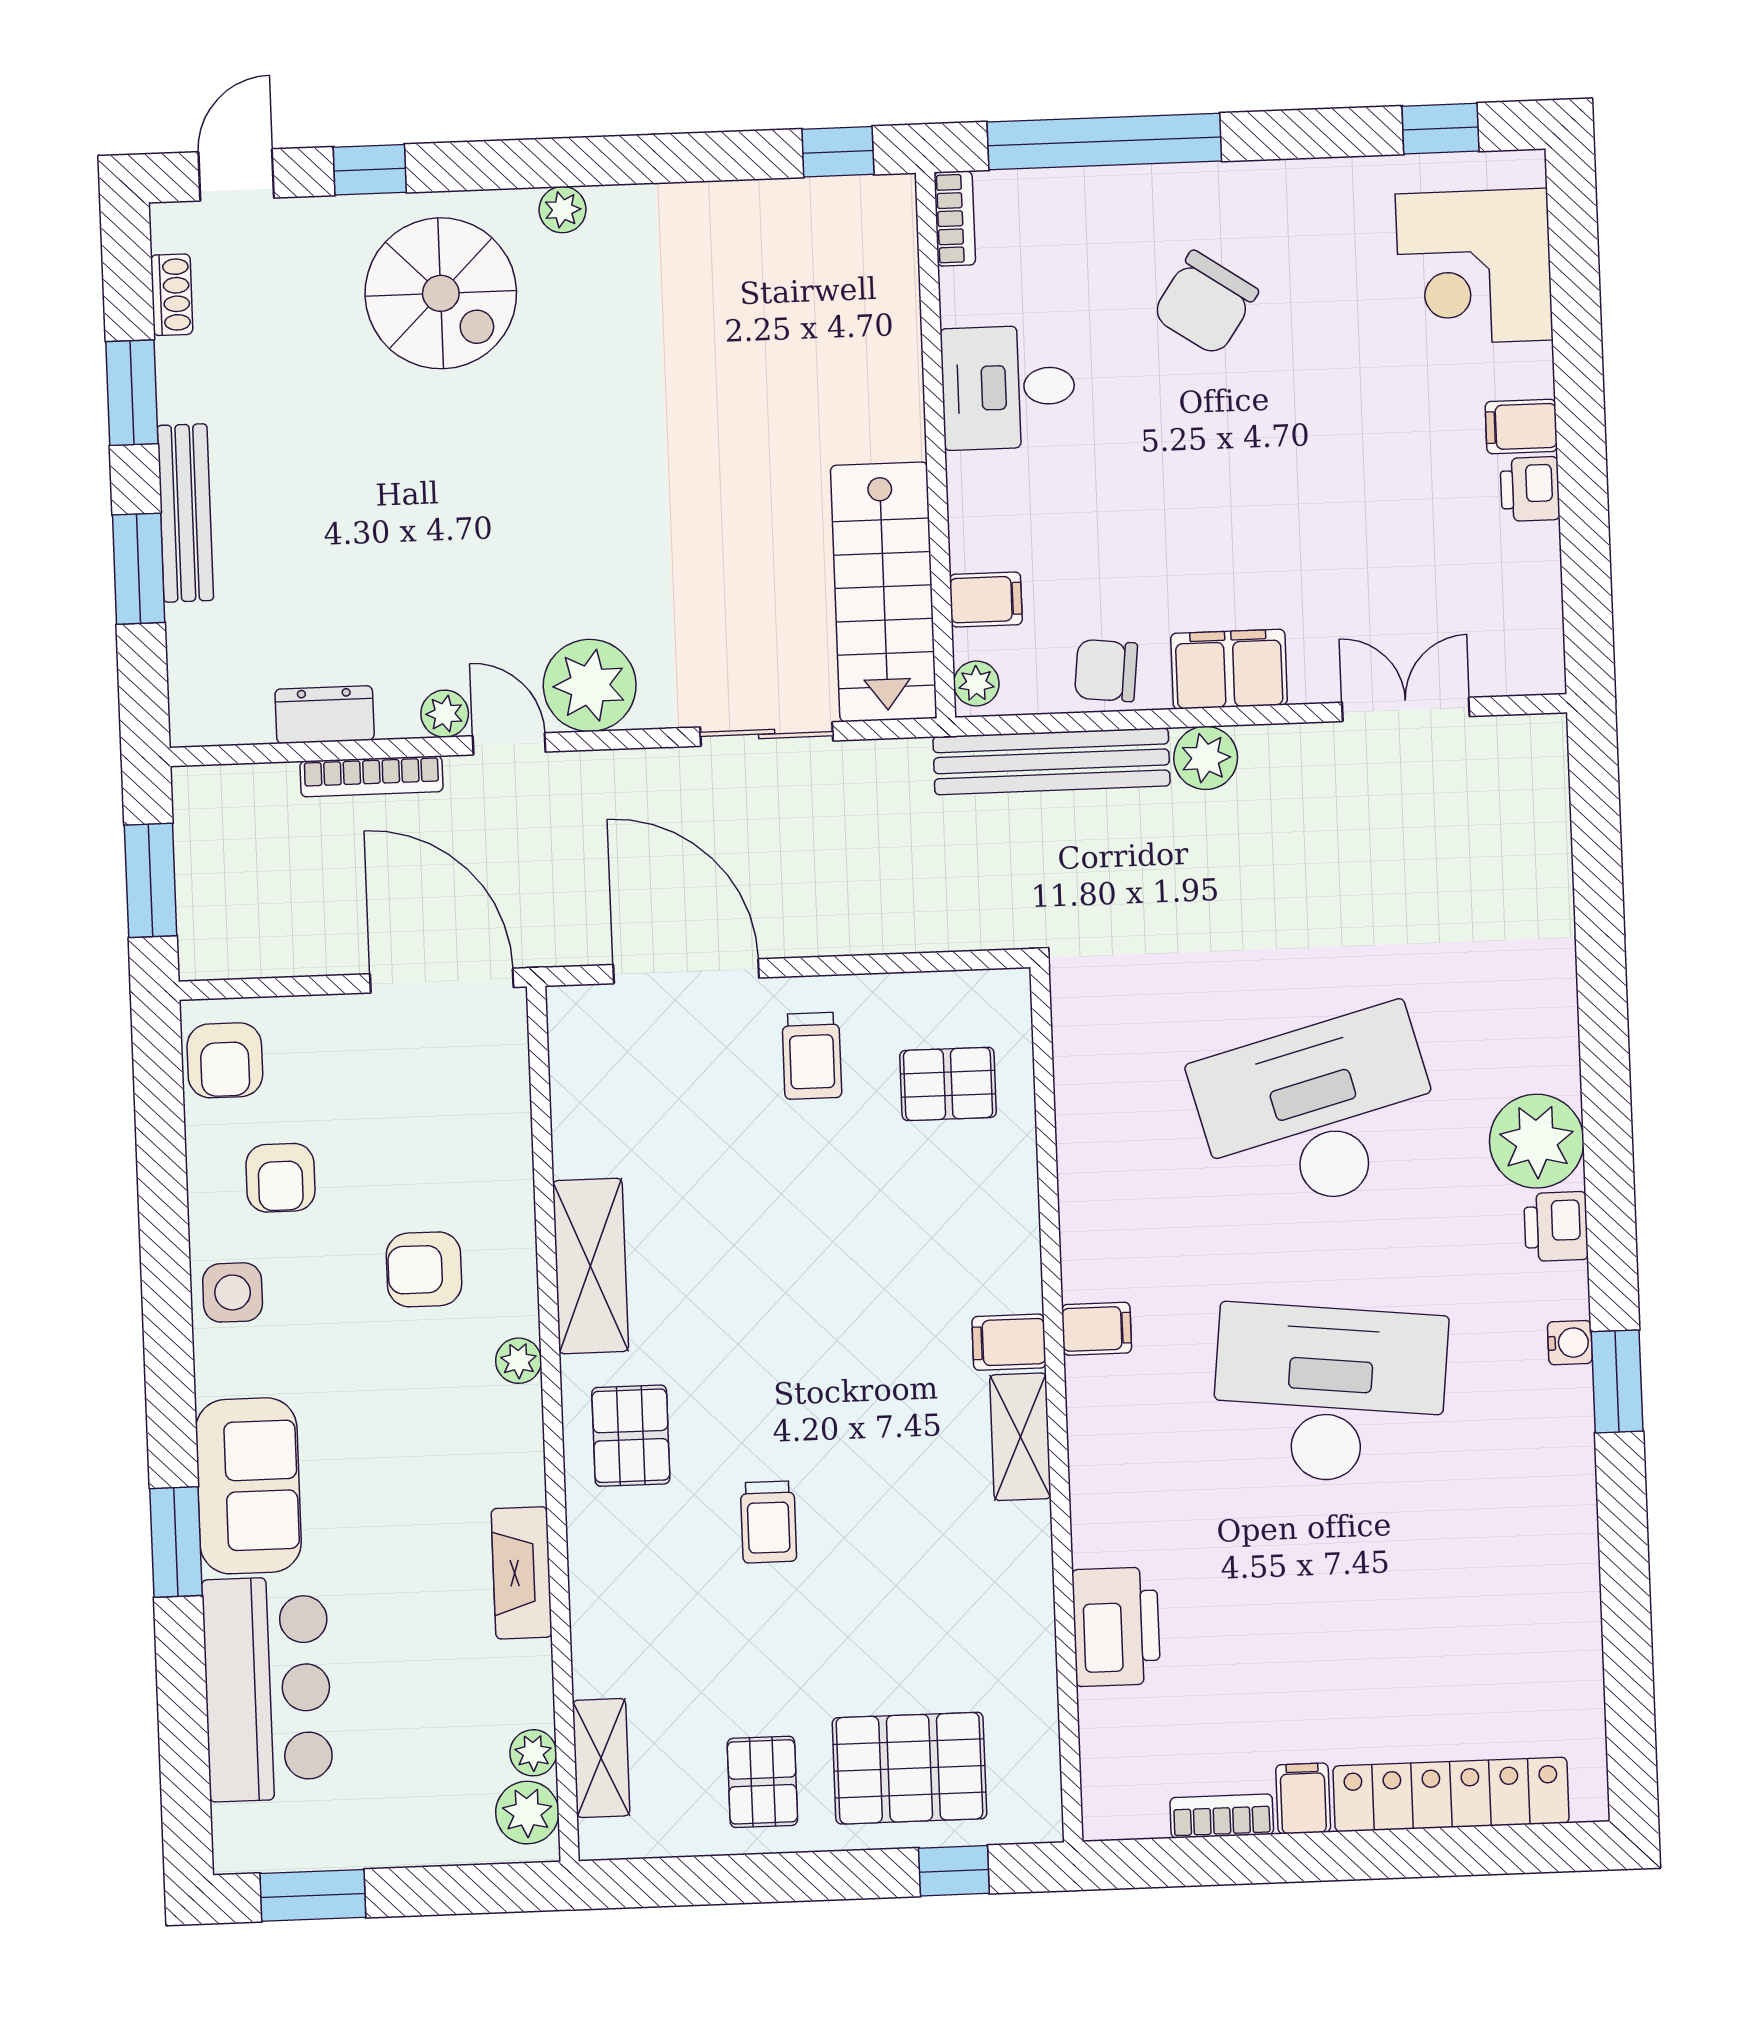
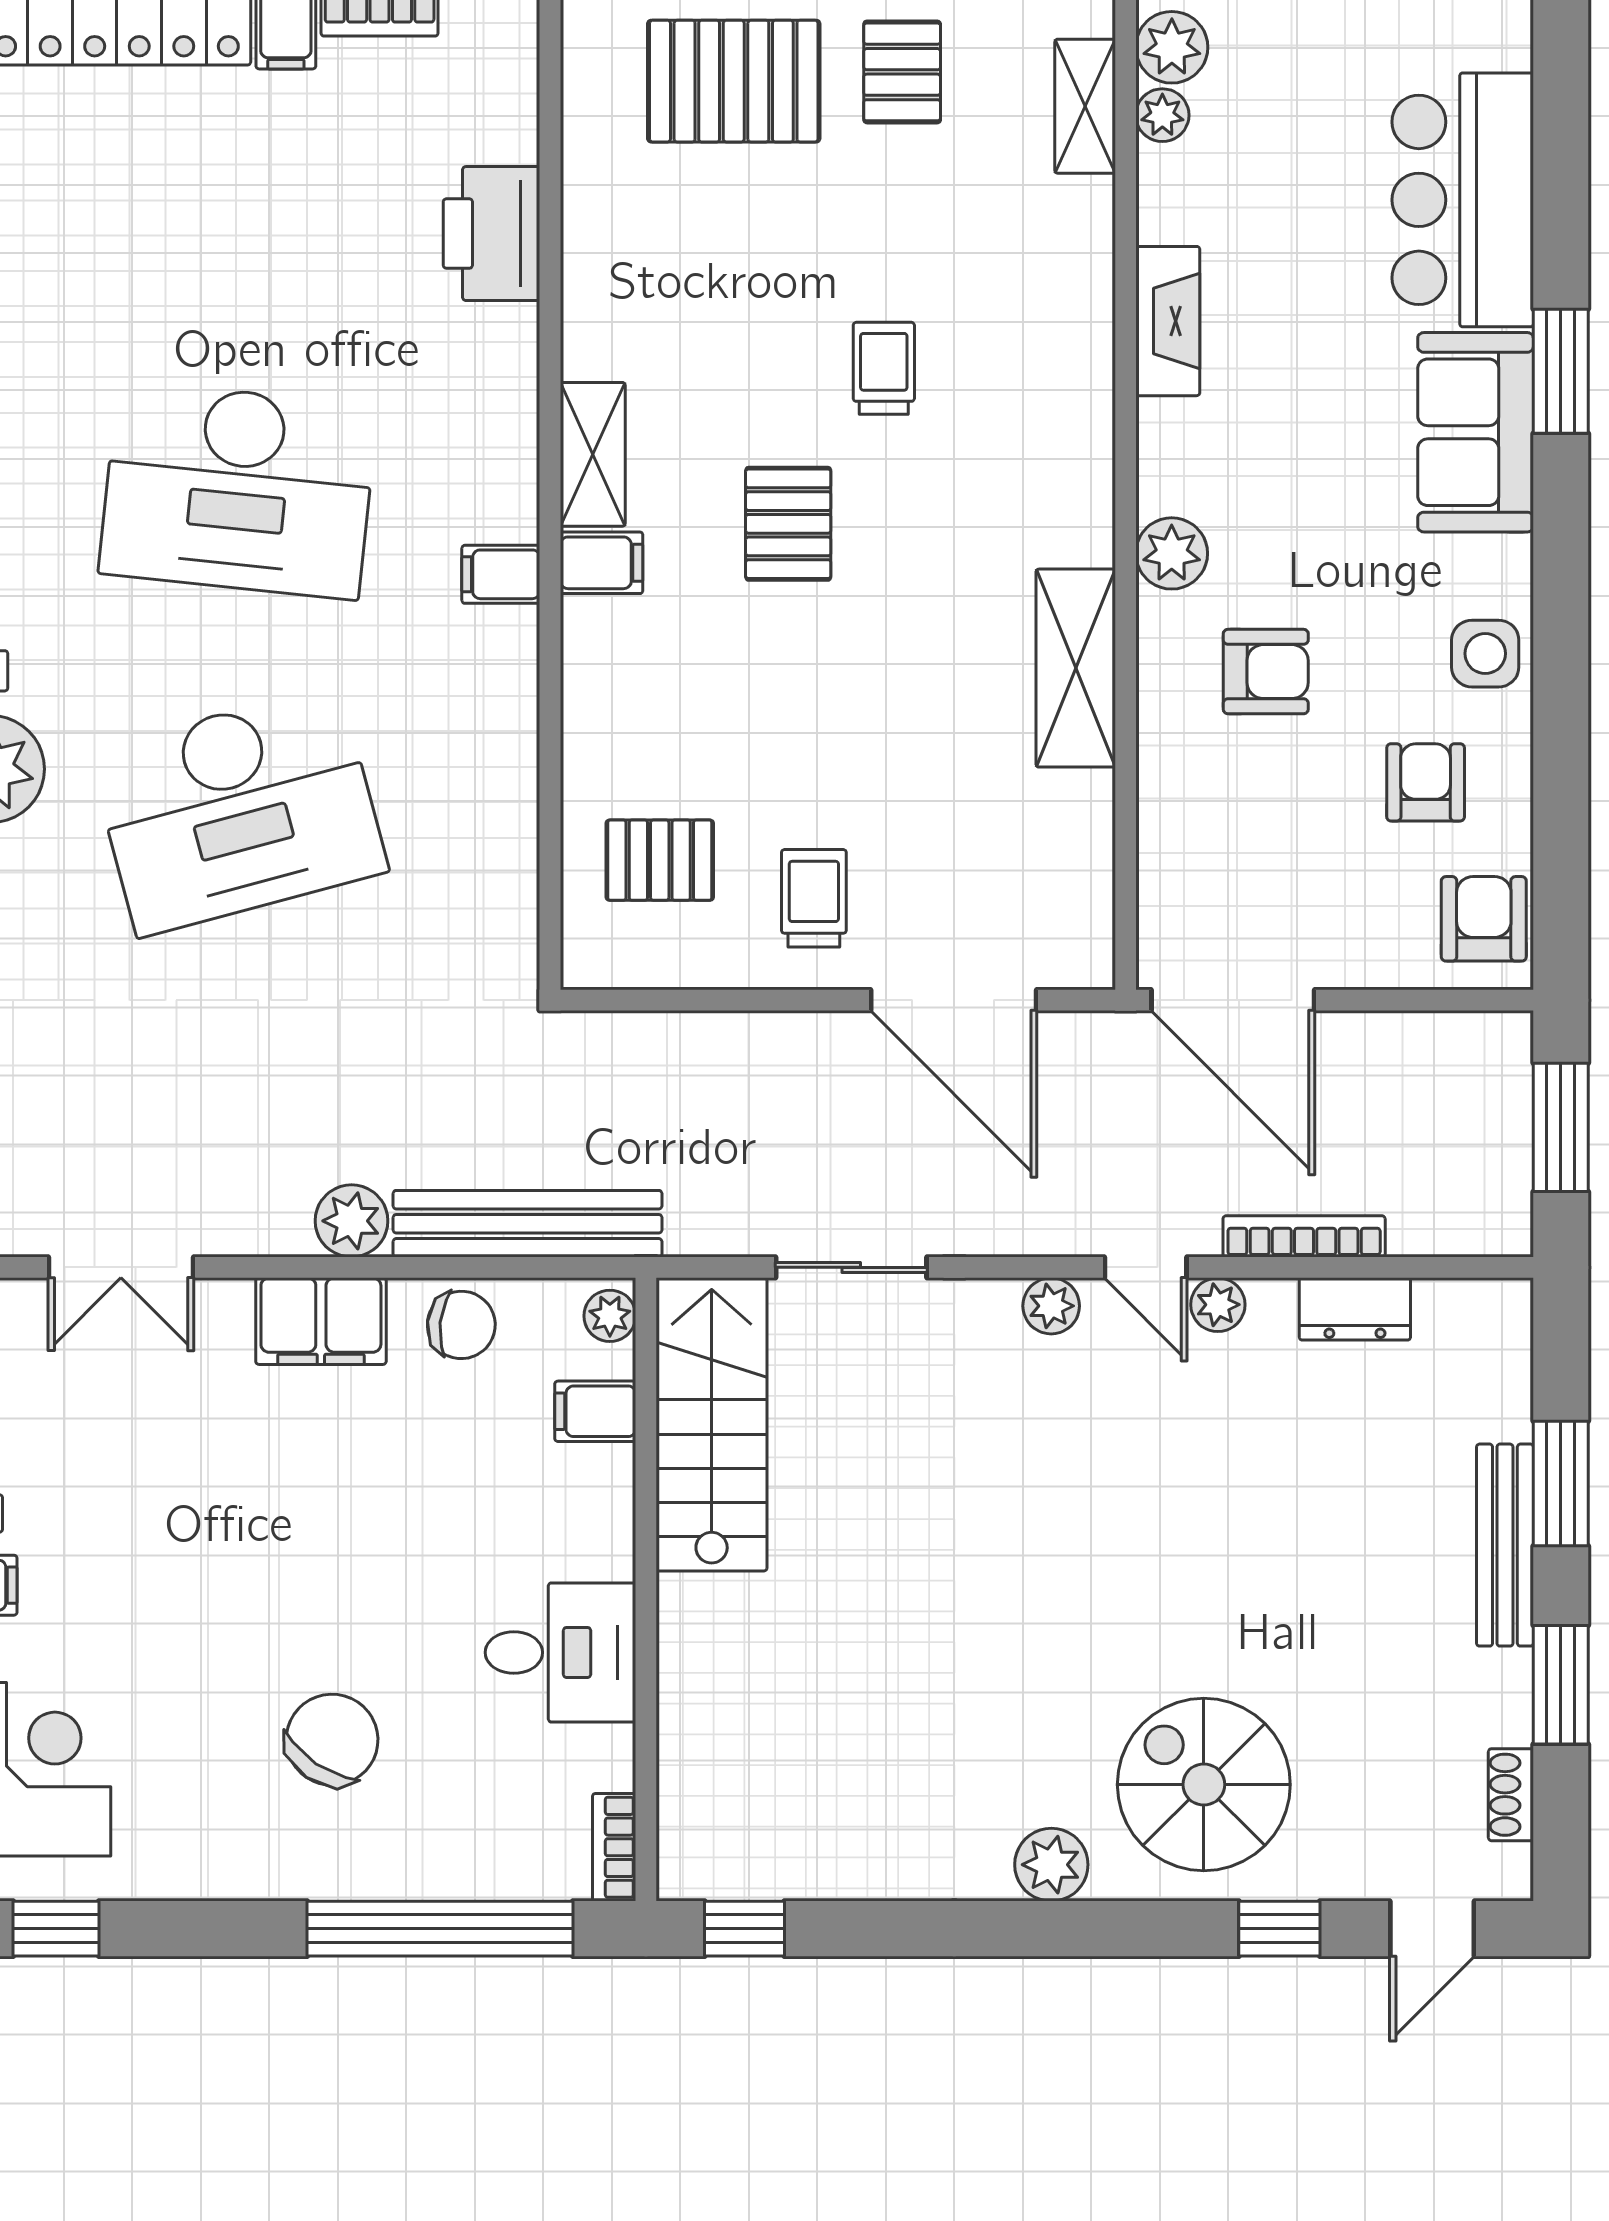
plant: (562, 210) -> (1051, 1865), width x1.38, depth x1.38
plant: (590, 685) -> (1051, 1306), width x0.53, depth x0.53
plant: (519, 1361) -> (1172, 553), width x1.38, depth x1.38
pallet: (631, 1436) -> (788, 524), moved

